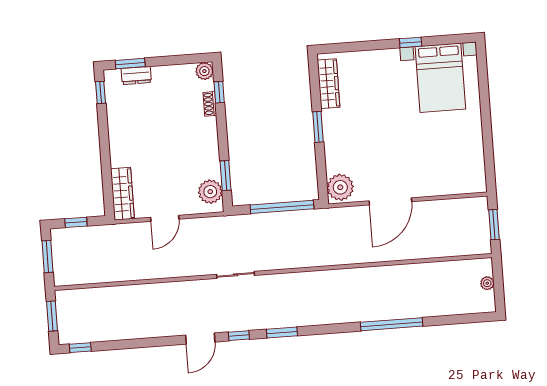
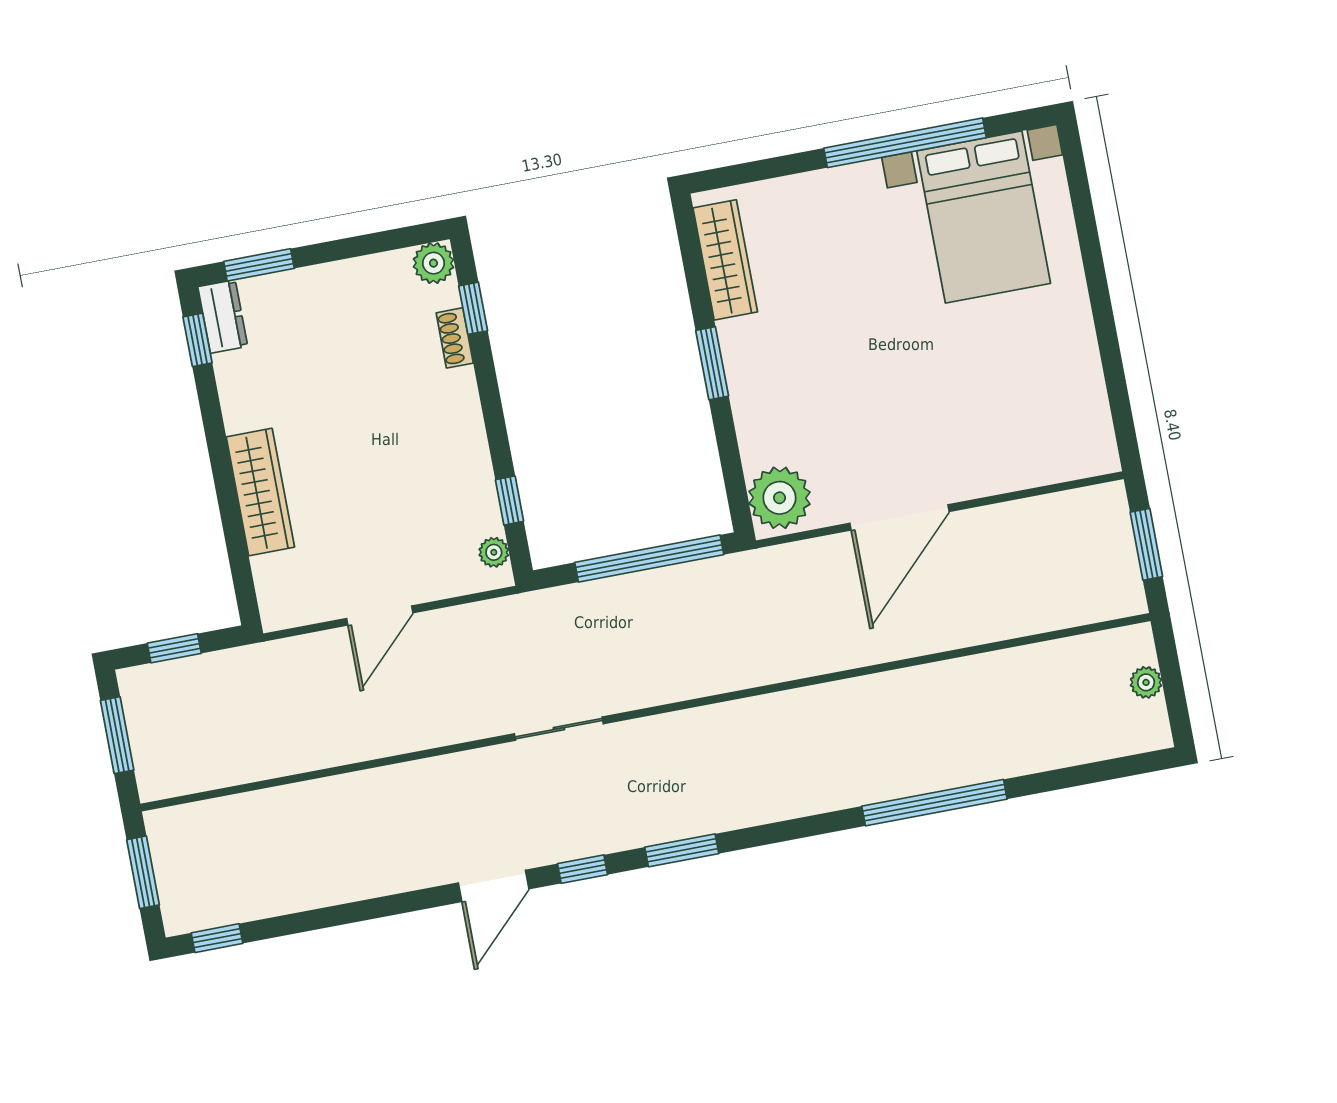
window: (411, 42) -> (905, 143), width x3.17
dresser: (136, 76) -> (223, 317), moved, turned -90
window: (225, 176) -> (510, 501), width x0.67
plant: (210, 192) -> (494, 552), width x0.53, depth x0.53
wardrobe: (122, 194) -> (260, 492), moved

